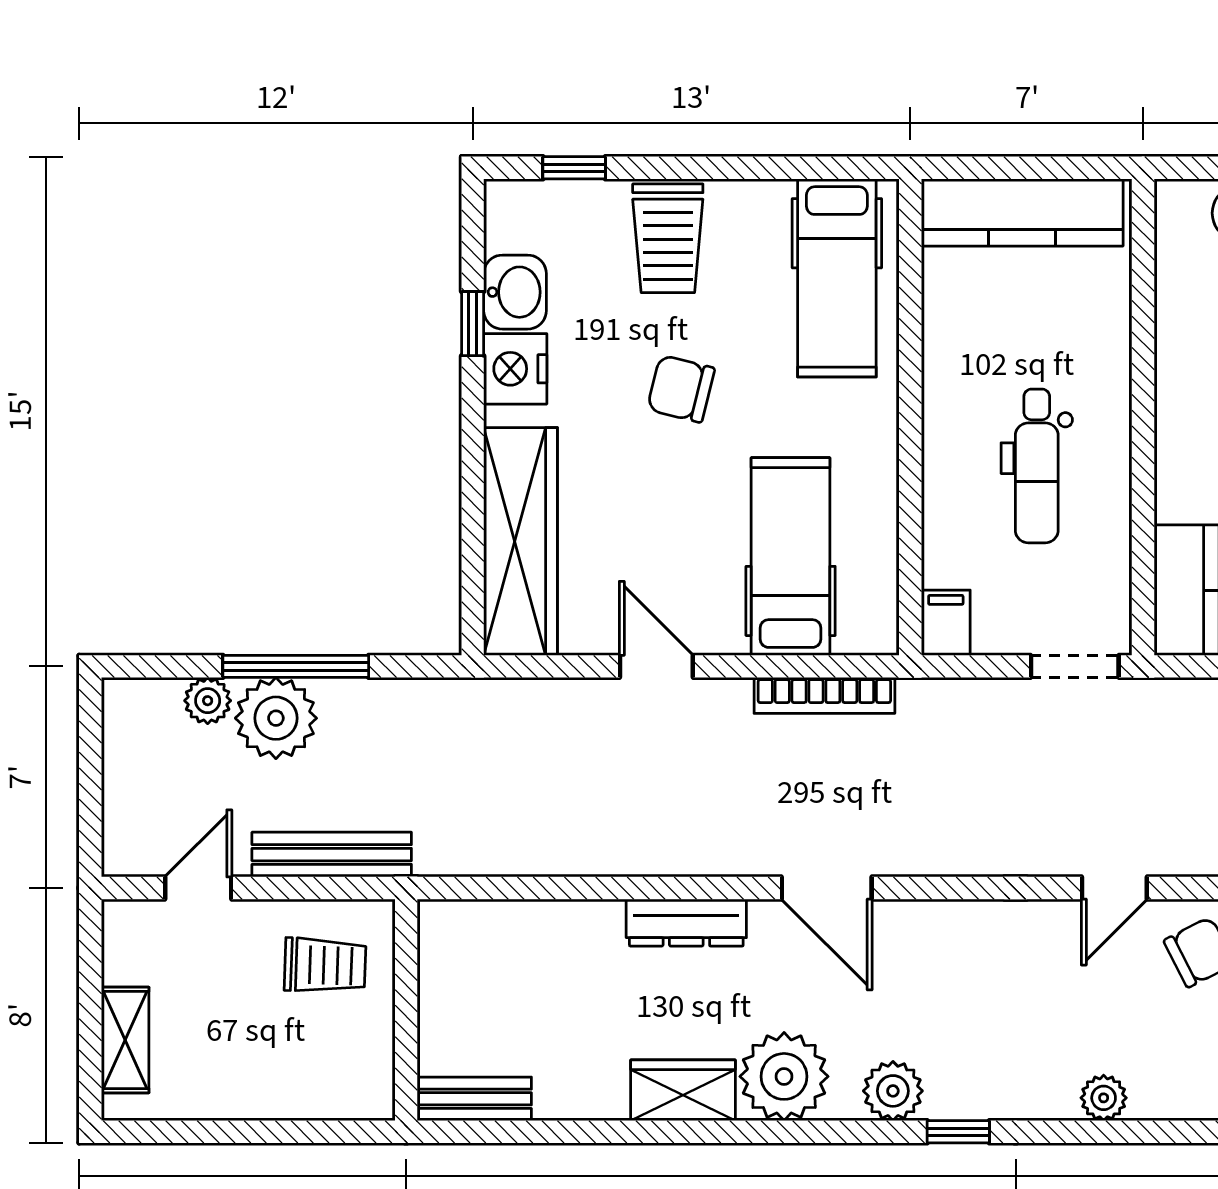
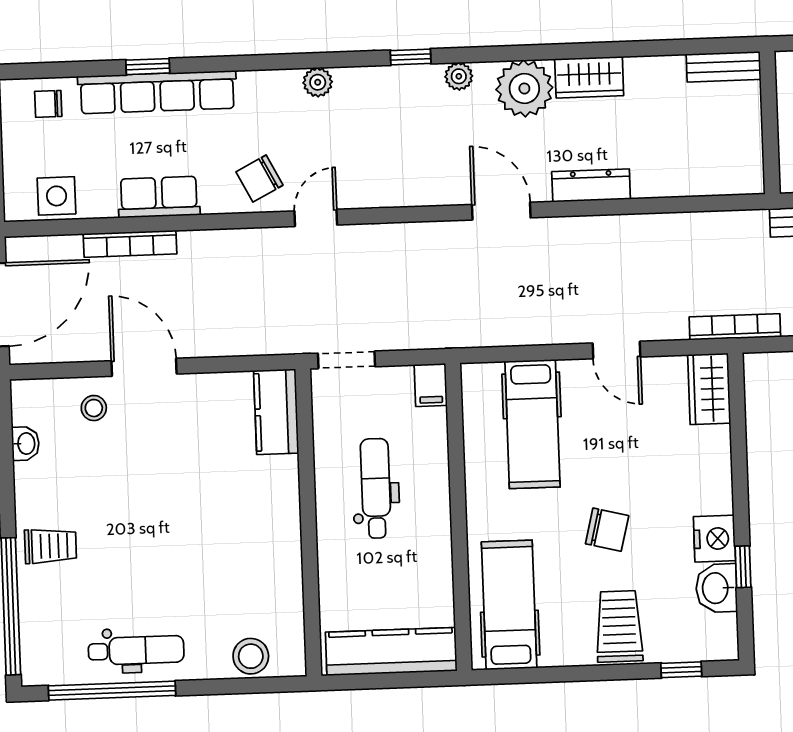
wardrobe: (521, 541) -> (709, 389), width x0.48, depth x0.85
bookcase: (824, 695) -> (735, 327), moved
plant: (893, 1091) -> (459, 76), width x0.73, depth x0.73

